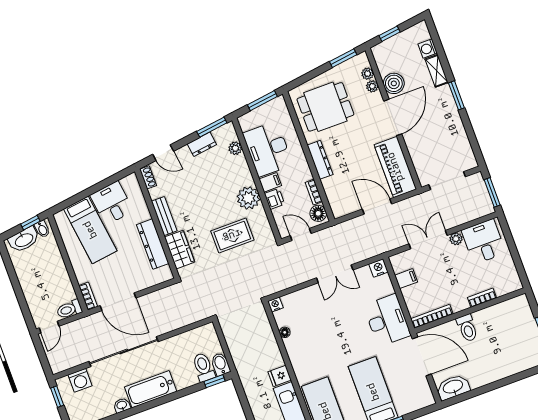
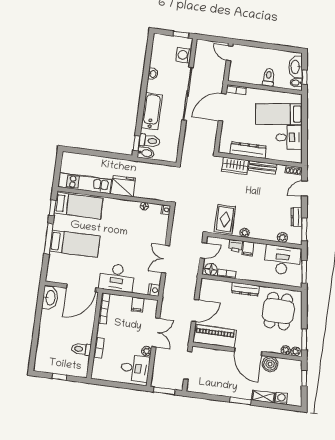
plant: (372, 86) -> (295, 352), moved
desk: (268, 149) -> (282, 260), moved
plant: (248, 198) -> (245, 233), width x0.53, depth x0.53
rug: (232, 236) -> (225, 219), moved
toilet: (69, 309) -> (269, 77), moved
toilet: (467, 328) -> (81, 349), moved
fridge: (280, 376) -> (123, 186), width x1.88, depth x1.34
bathtub: (151, 389) -> (152, 111), moved

